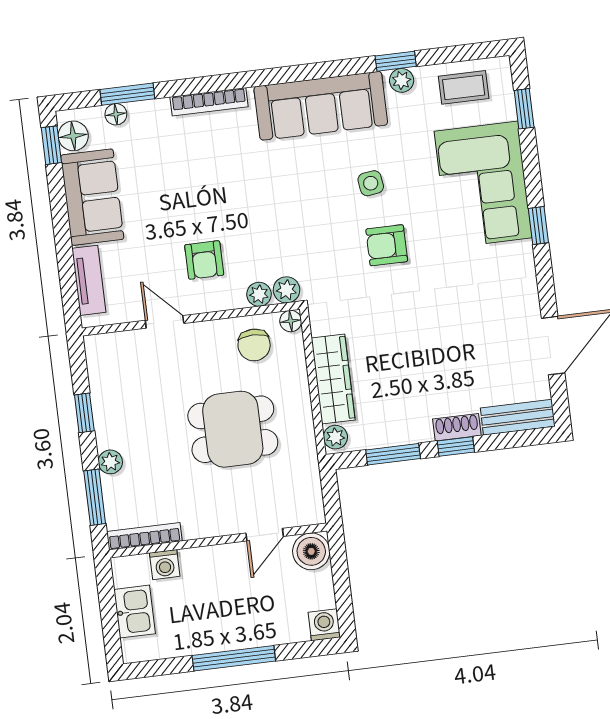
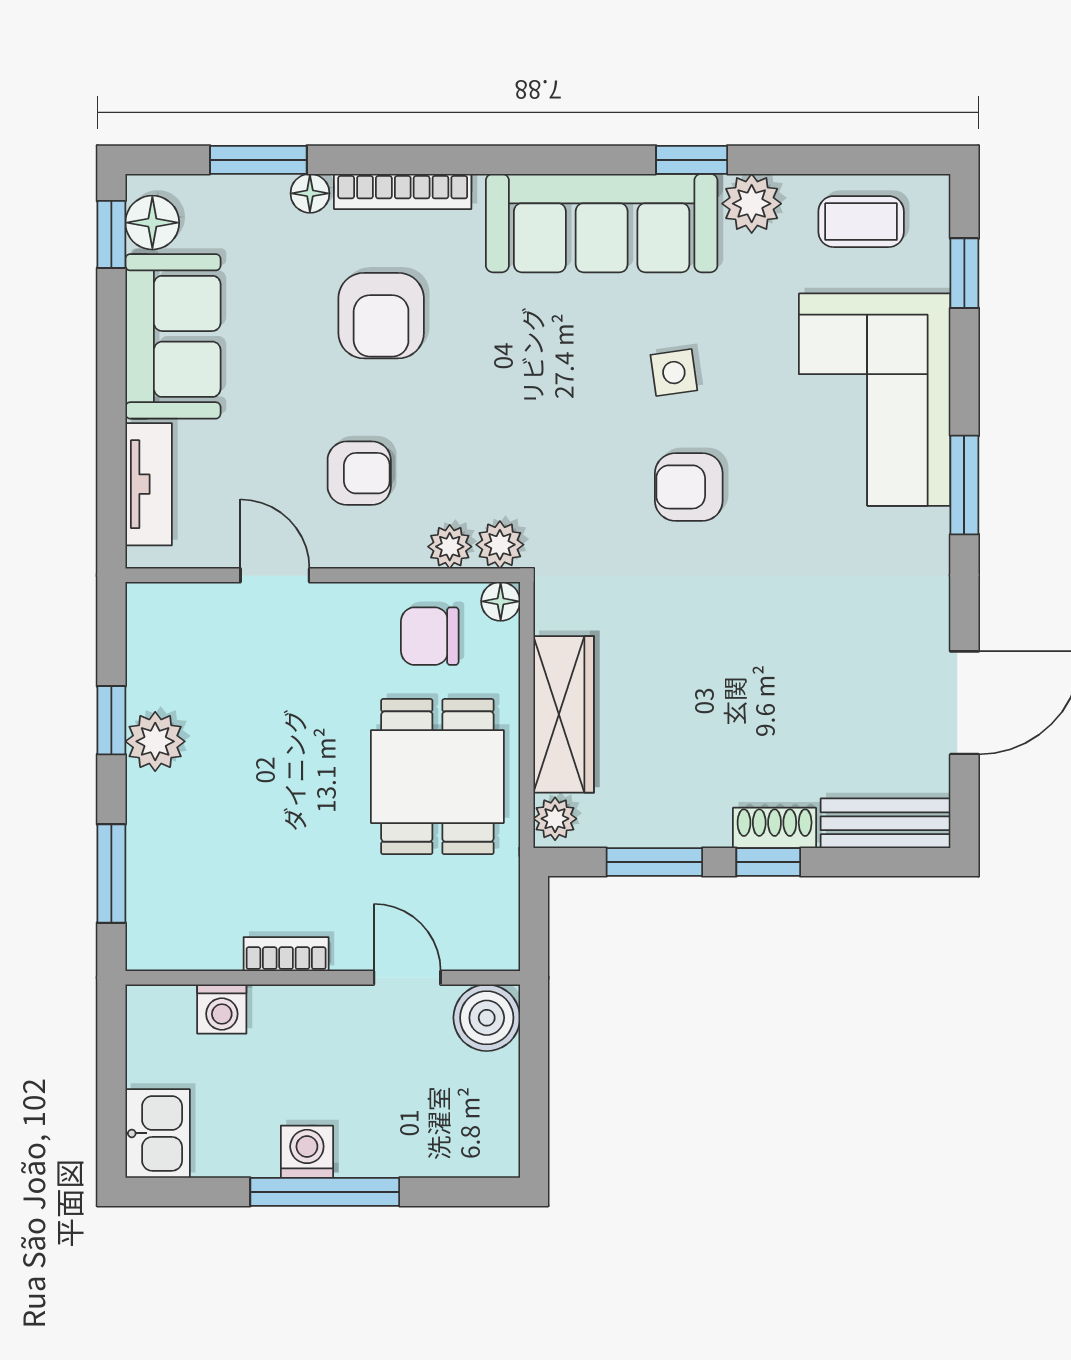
window: (396, 61) -> (692, 160), moved
plant: (402, 80) -> (752, 204), width x1.38, depth x1.38
floor lamp: (116, 114) -> (310, 193), moved
armchair: (206, 172) -> (381, 316), added
window: (538, 226) -> (964, 485), width x1.50
armchair: (204, 260) -> (359, 473), turned -90
chair: (254, 345) -> (430, 636), turned 90
dining table: (233, 429) -> (437, 777), moved, turned 90
plant: (110, 462) -> (155, 741), moved, width x1.38, depth x1.38
door: (265, 535) -> (407, 978), swing flipped
bookcase: (144, 536) -> (286, 954), moved, width x0.64
kitchen sink: (135, 612) -> (158, 1133), moved
washing machine: (324, 625) -> (307, 1152), moved

